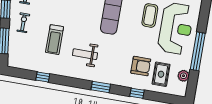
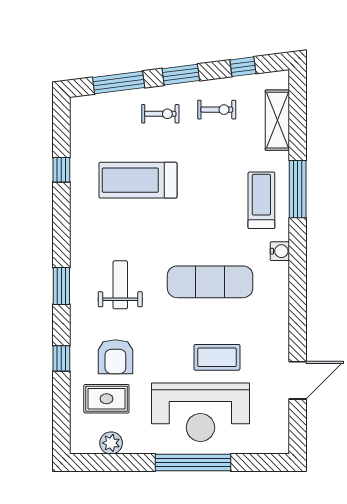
treadmill: (55, 40) -> (138, 180), width x1.37, depth x1.38
window: (198, 51) -> (193, 462), moved
weight bench: (85, 54) -> (120, 285), moved

